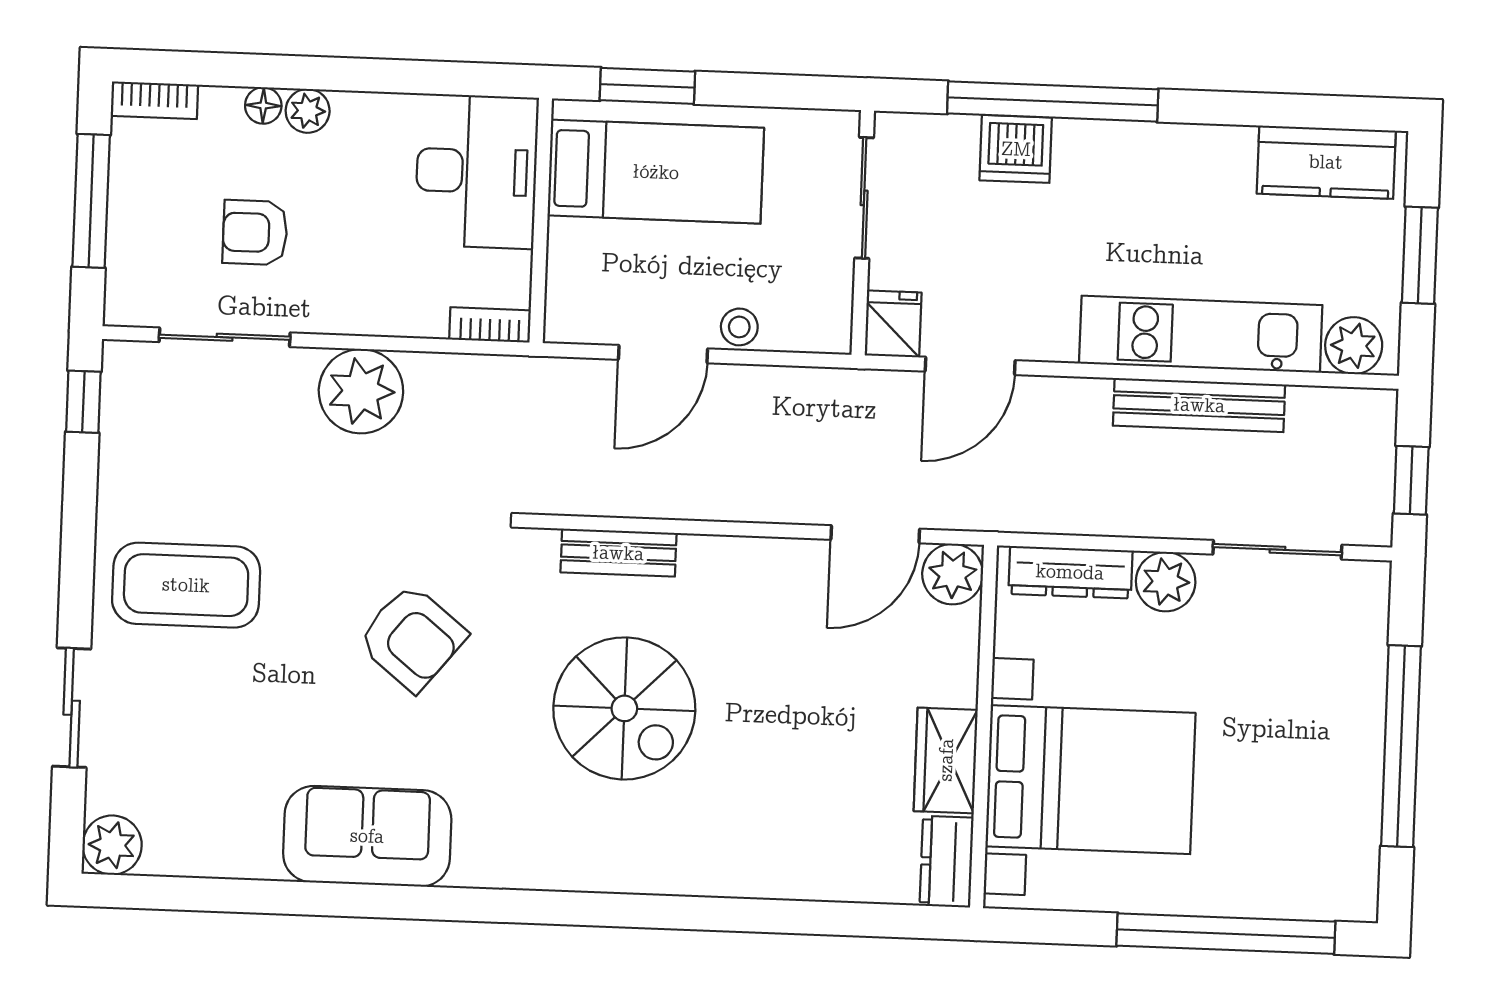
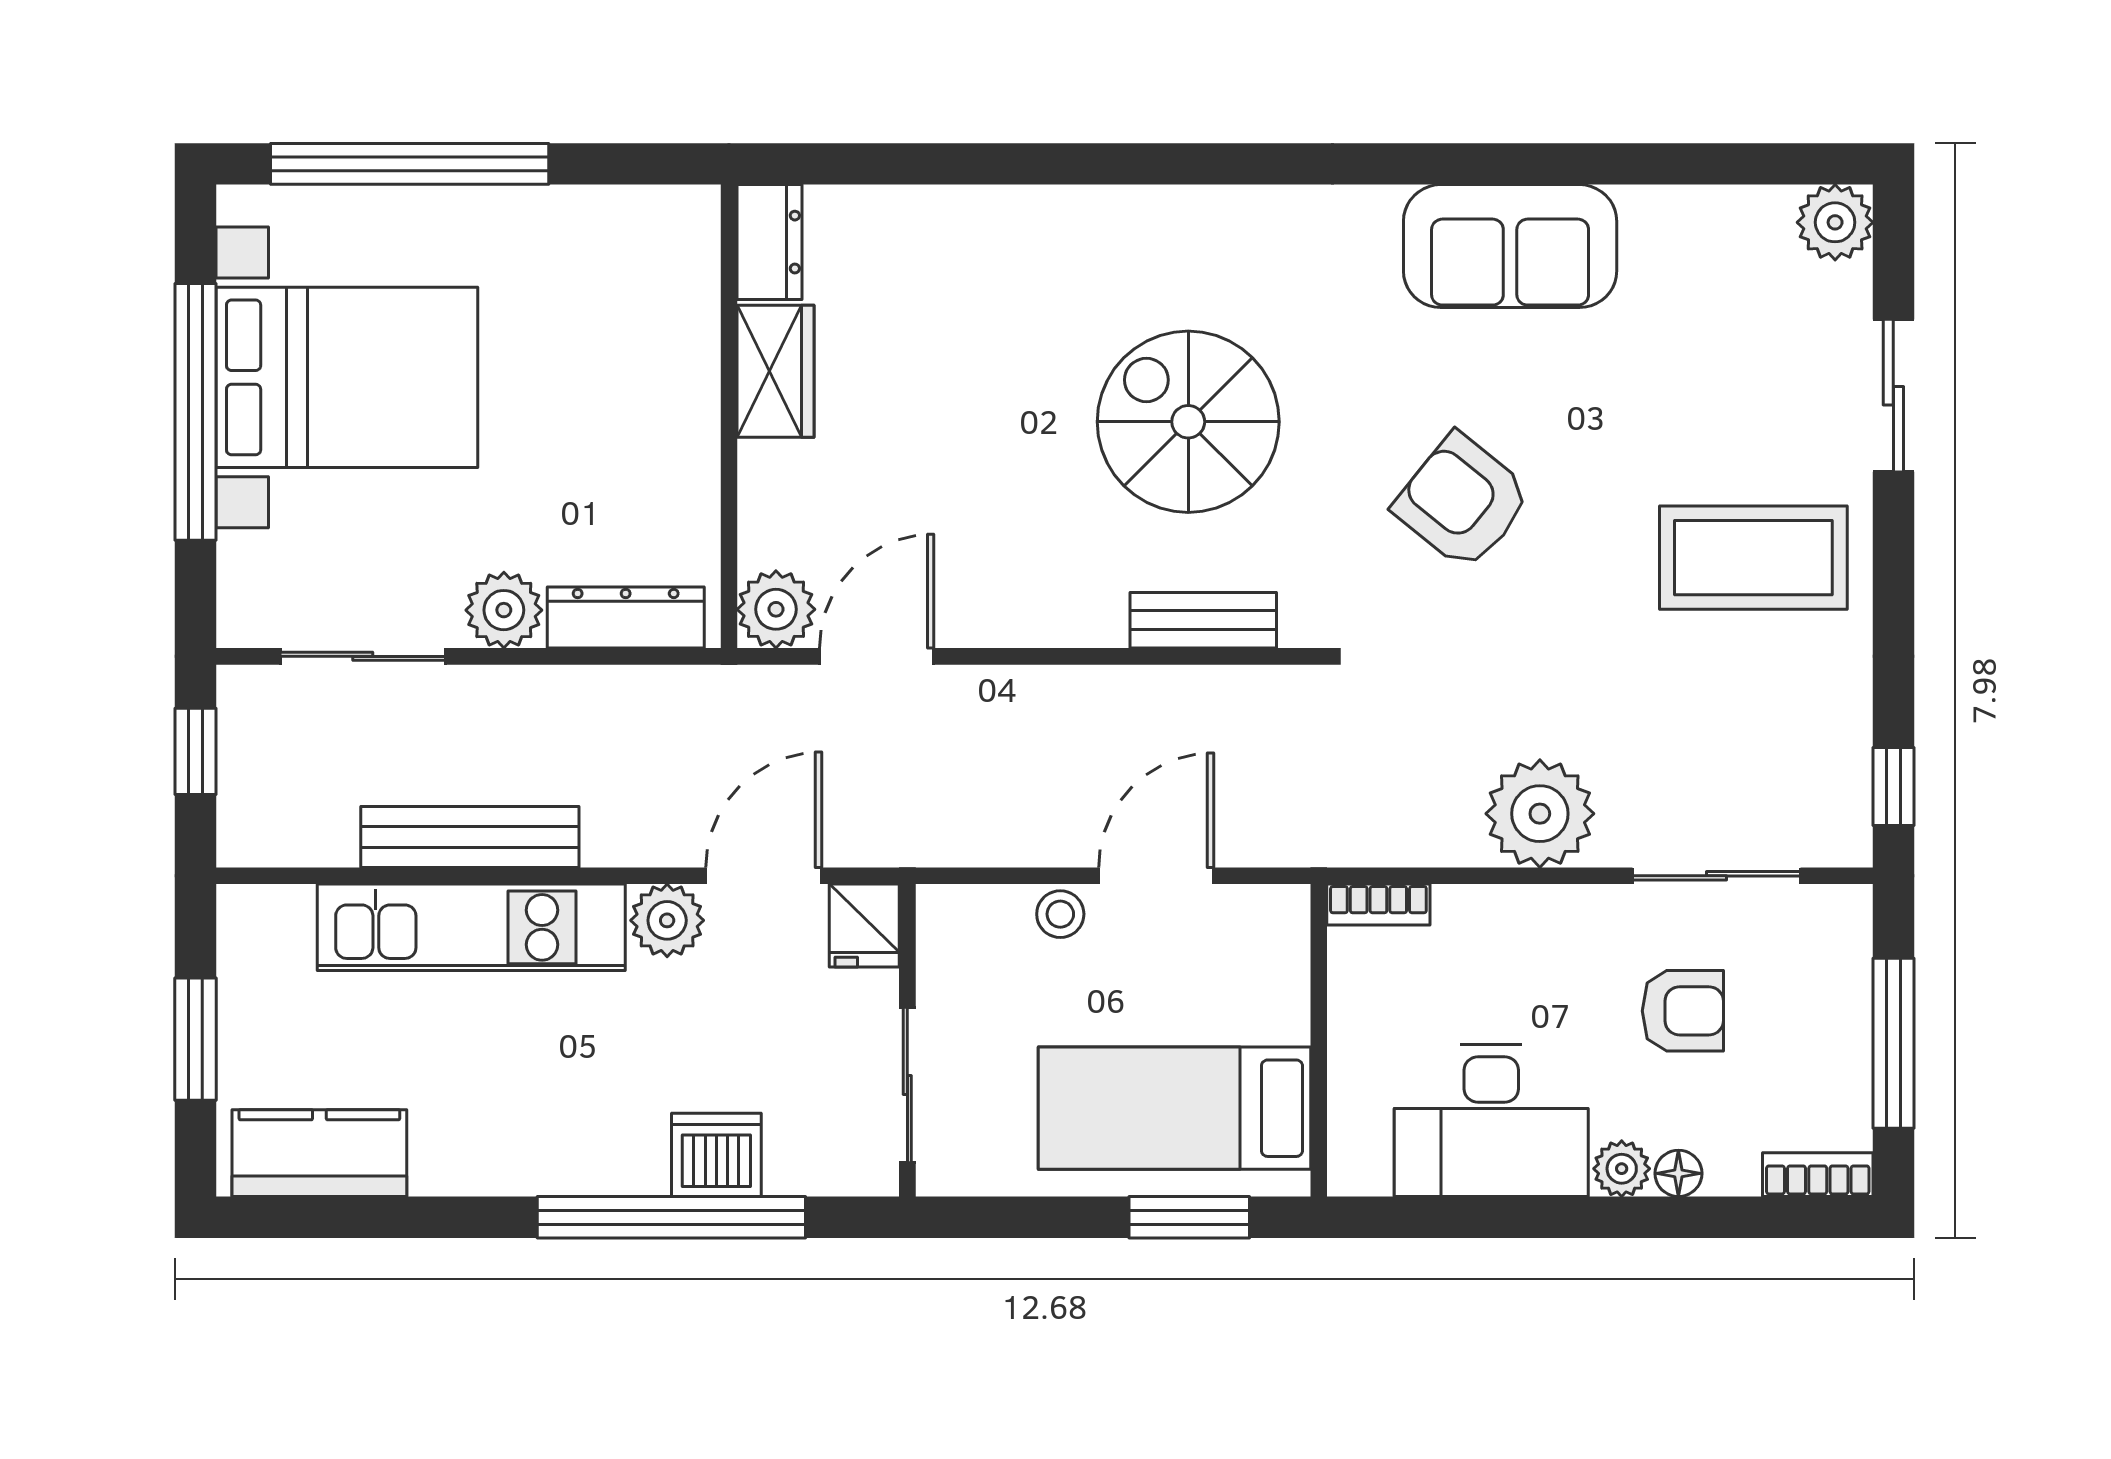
desk: (477, 171) -> (1491, 1121), moved, turned -90
plant: (1354, 346) -> (667, 920), moved
bed with nightstands: (1091, 780) -> (347, 377), moved, turned 180

